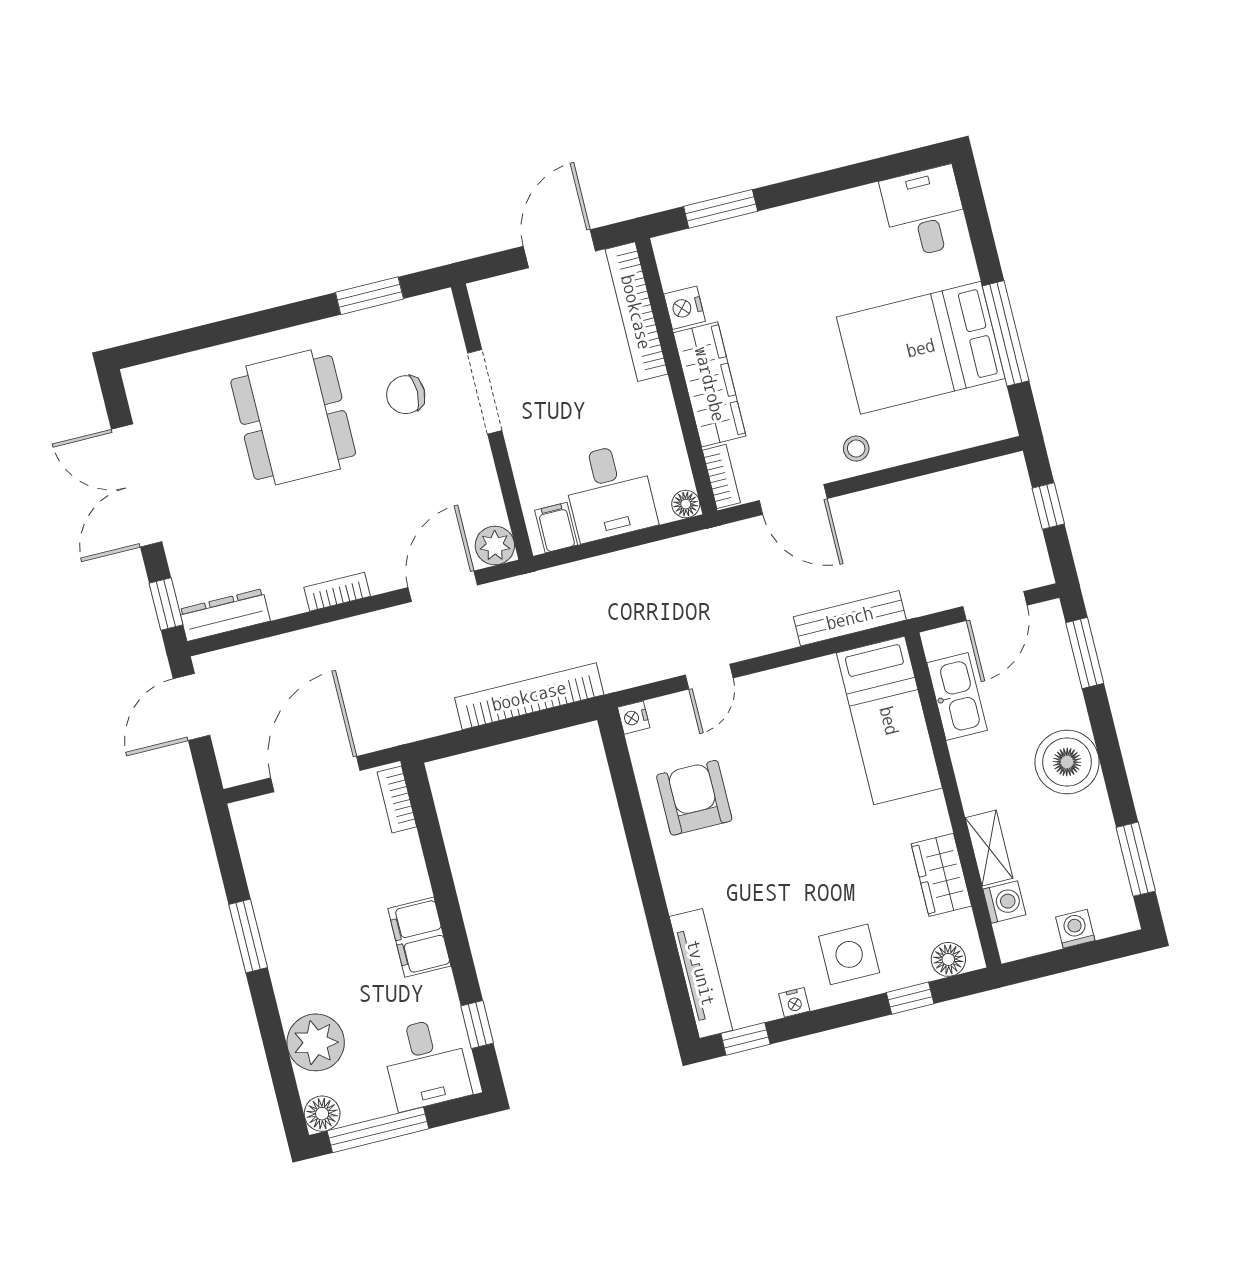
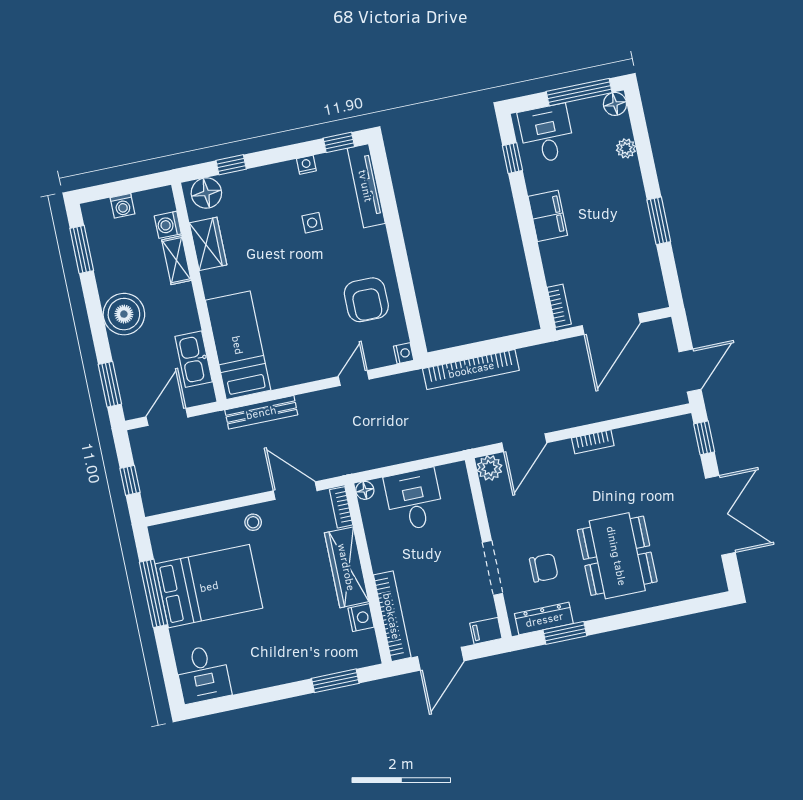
filing cabinet: (556, 528) -> (486, 631), moved, turned 90
dresser: (225, 615) -> (544, 619), moved, turned 180
side table: (849, 954) -> (312, 223), moved, width x0.54, depth x0.54
floor lamp: (948, 959) -> (206, 193), width x1.38, depth x1.38
plant: (316, 1042) -> (626, 148), width x0.53, depth x0.53

